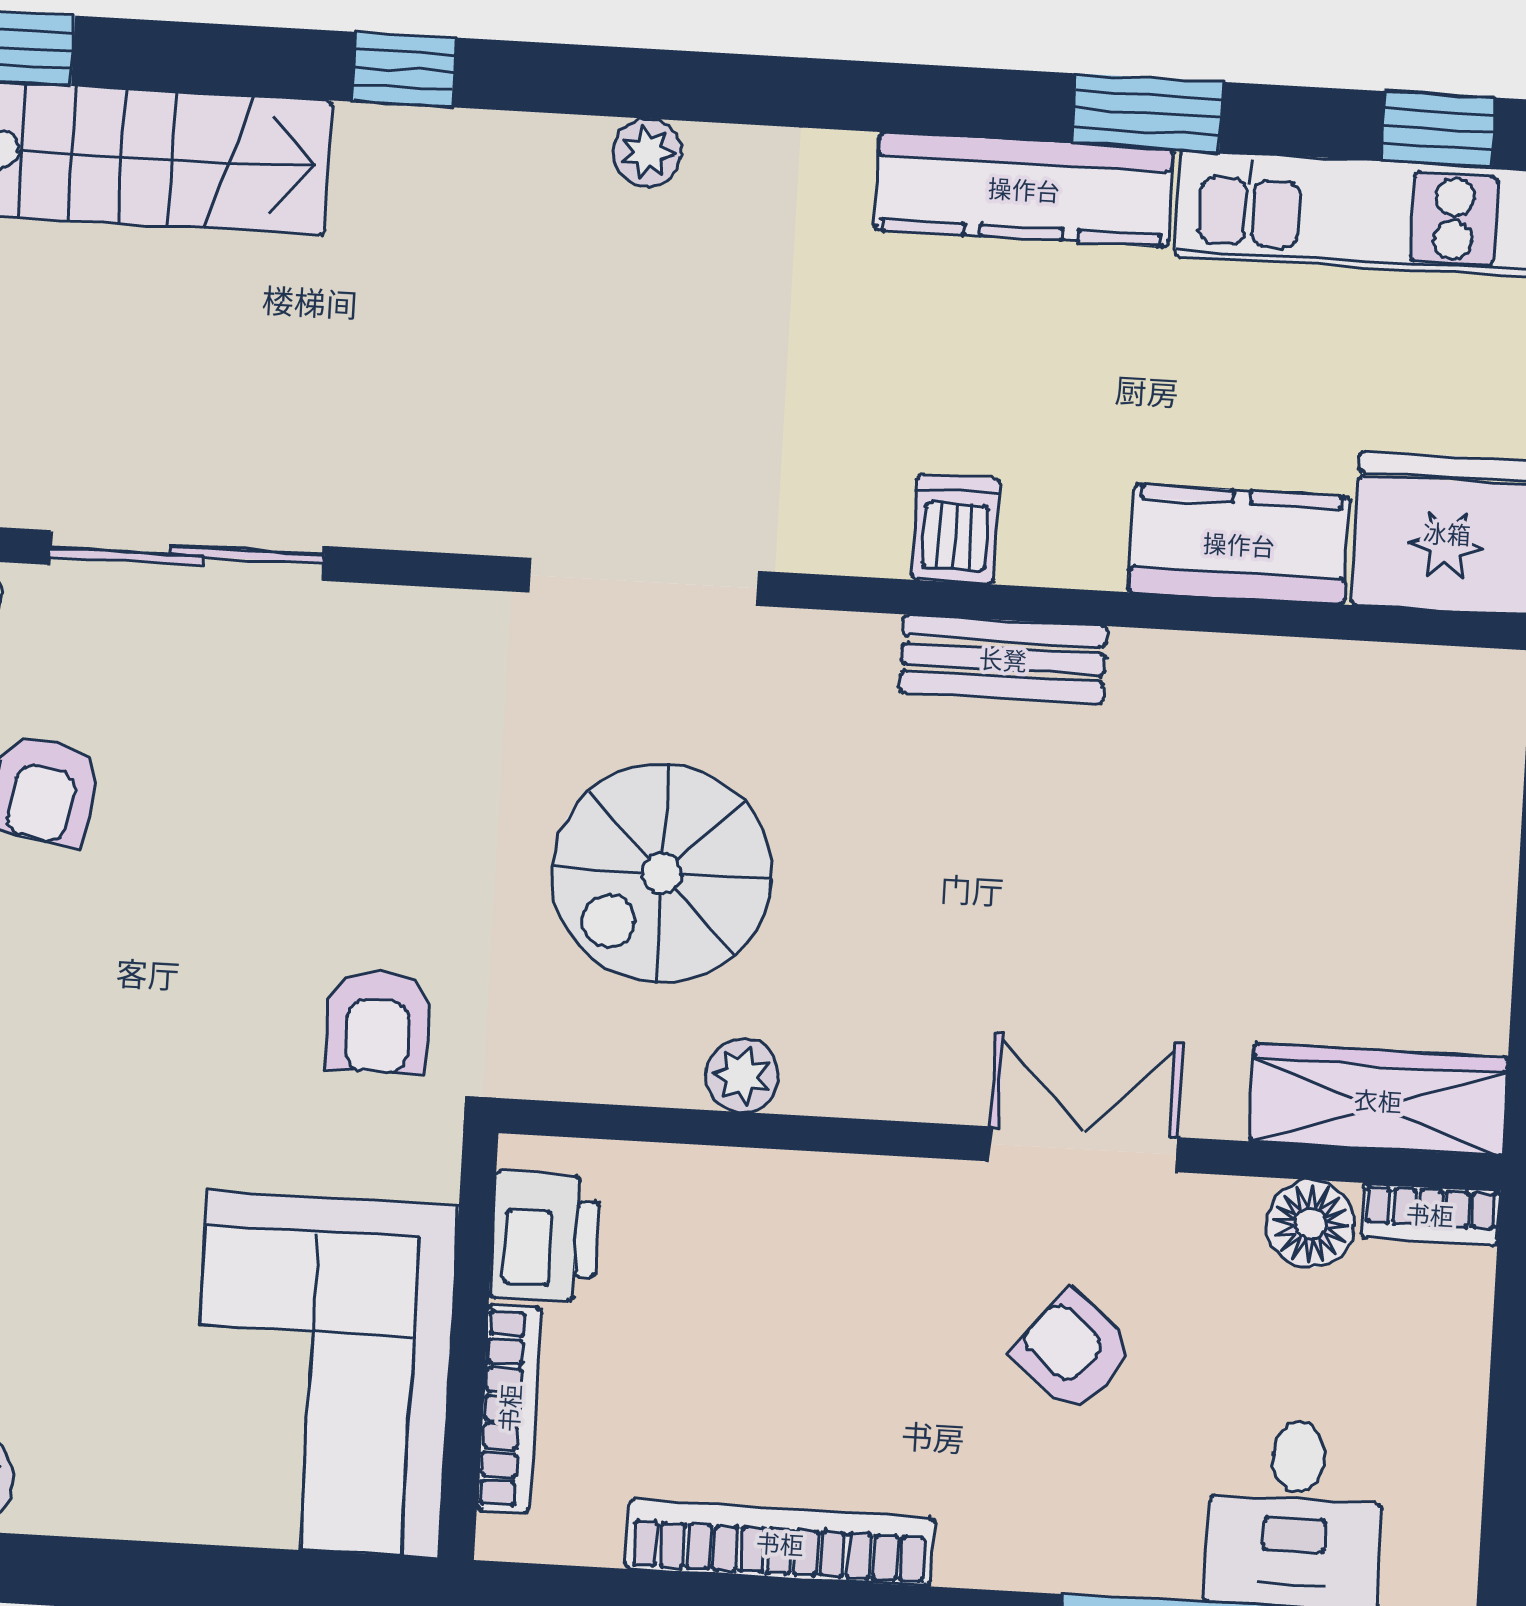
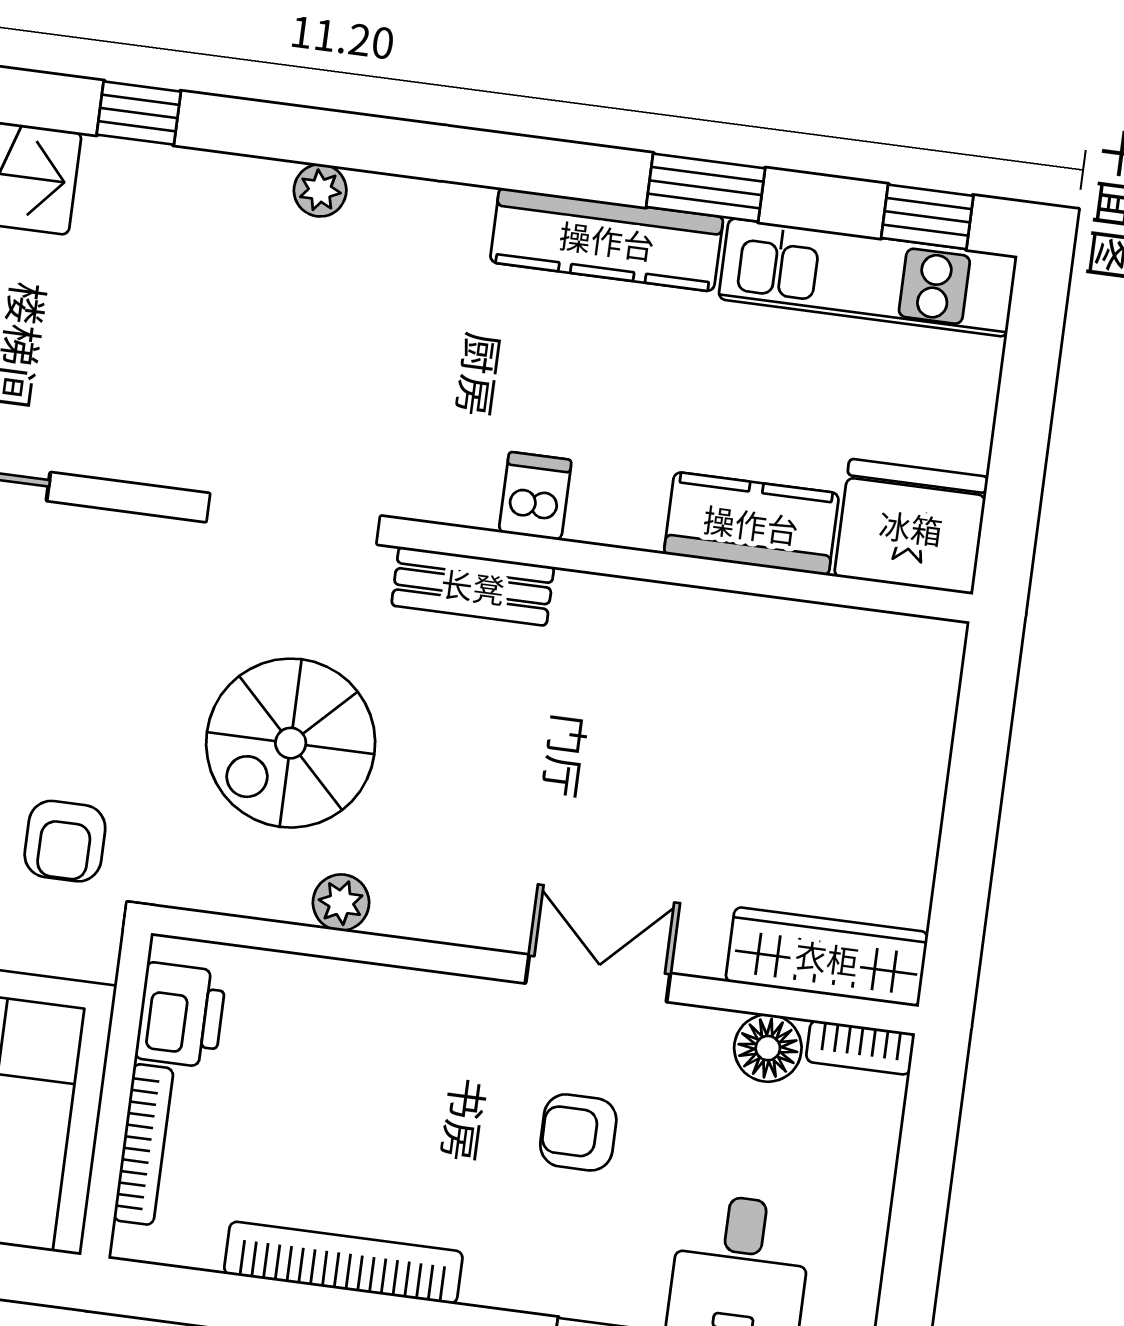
bench: (1003, 659) -> (473, 586), moved
armchair: (1072, 1351) -> (578, 1132), turned -40

